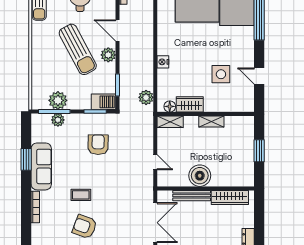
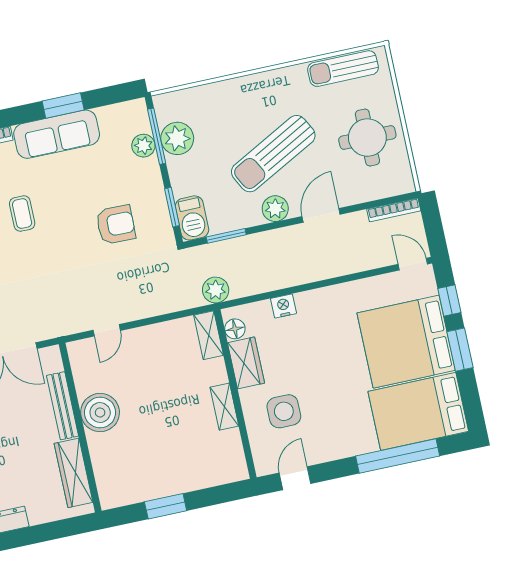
wardrobe: (190, 104) -> (246, 363), moved
floor lamp: (170, 106) -> (235, 329), moved
wall: (206, 114) -> (235, 394), moved
shelving: (170, 122) -> (209, 335), moved
shelving: (211, 122) -> (224, 407), moved

